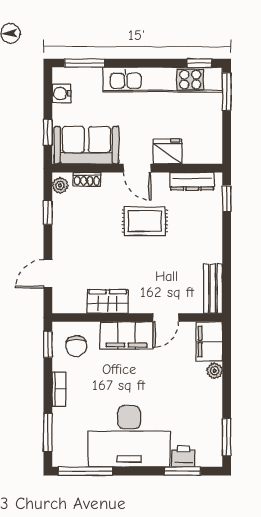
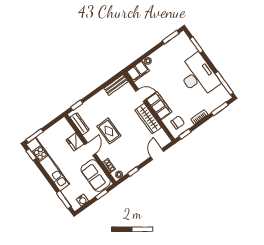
door: (48, 274) -> (157, 154), swing flipped
wardrobe: (108, 301) -> (148, 119), width x1.50
printer: (183, 456) -> (190, 49), removed

